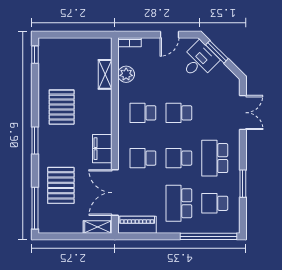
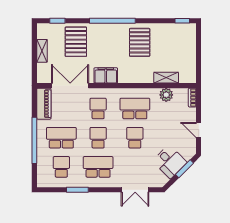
desk: (199, 61) -> (170, 162), moved
pallet: (62, 107) -> (140, 42), turned 90
school desk: (143, 113) -> (135, 108), width x1.85
window: (35, 140) -> (112, 21), width x2.11
pallet: (61, 185) -> (76, 42), turned 90
window: (35, 208) -> (57, 21), width x0.46
shelving: (98, 227) -> (42, 51), moved
window: (208, 236) -> (34, 140), moved

